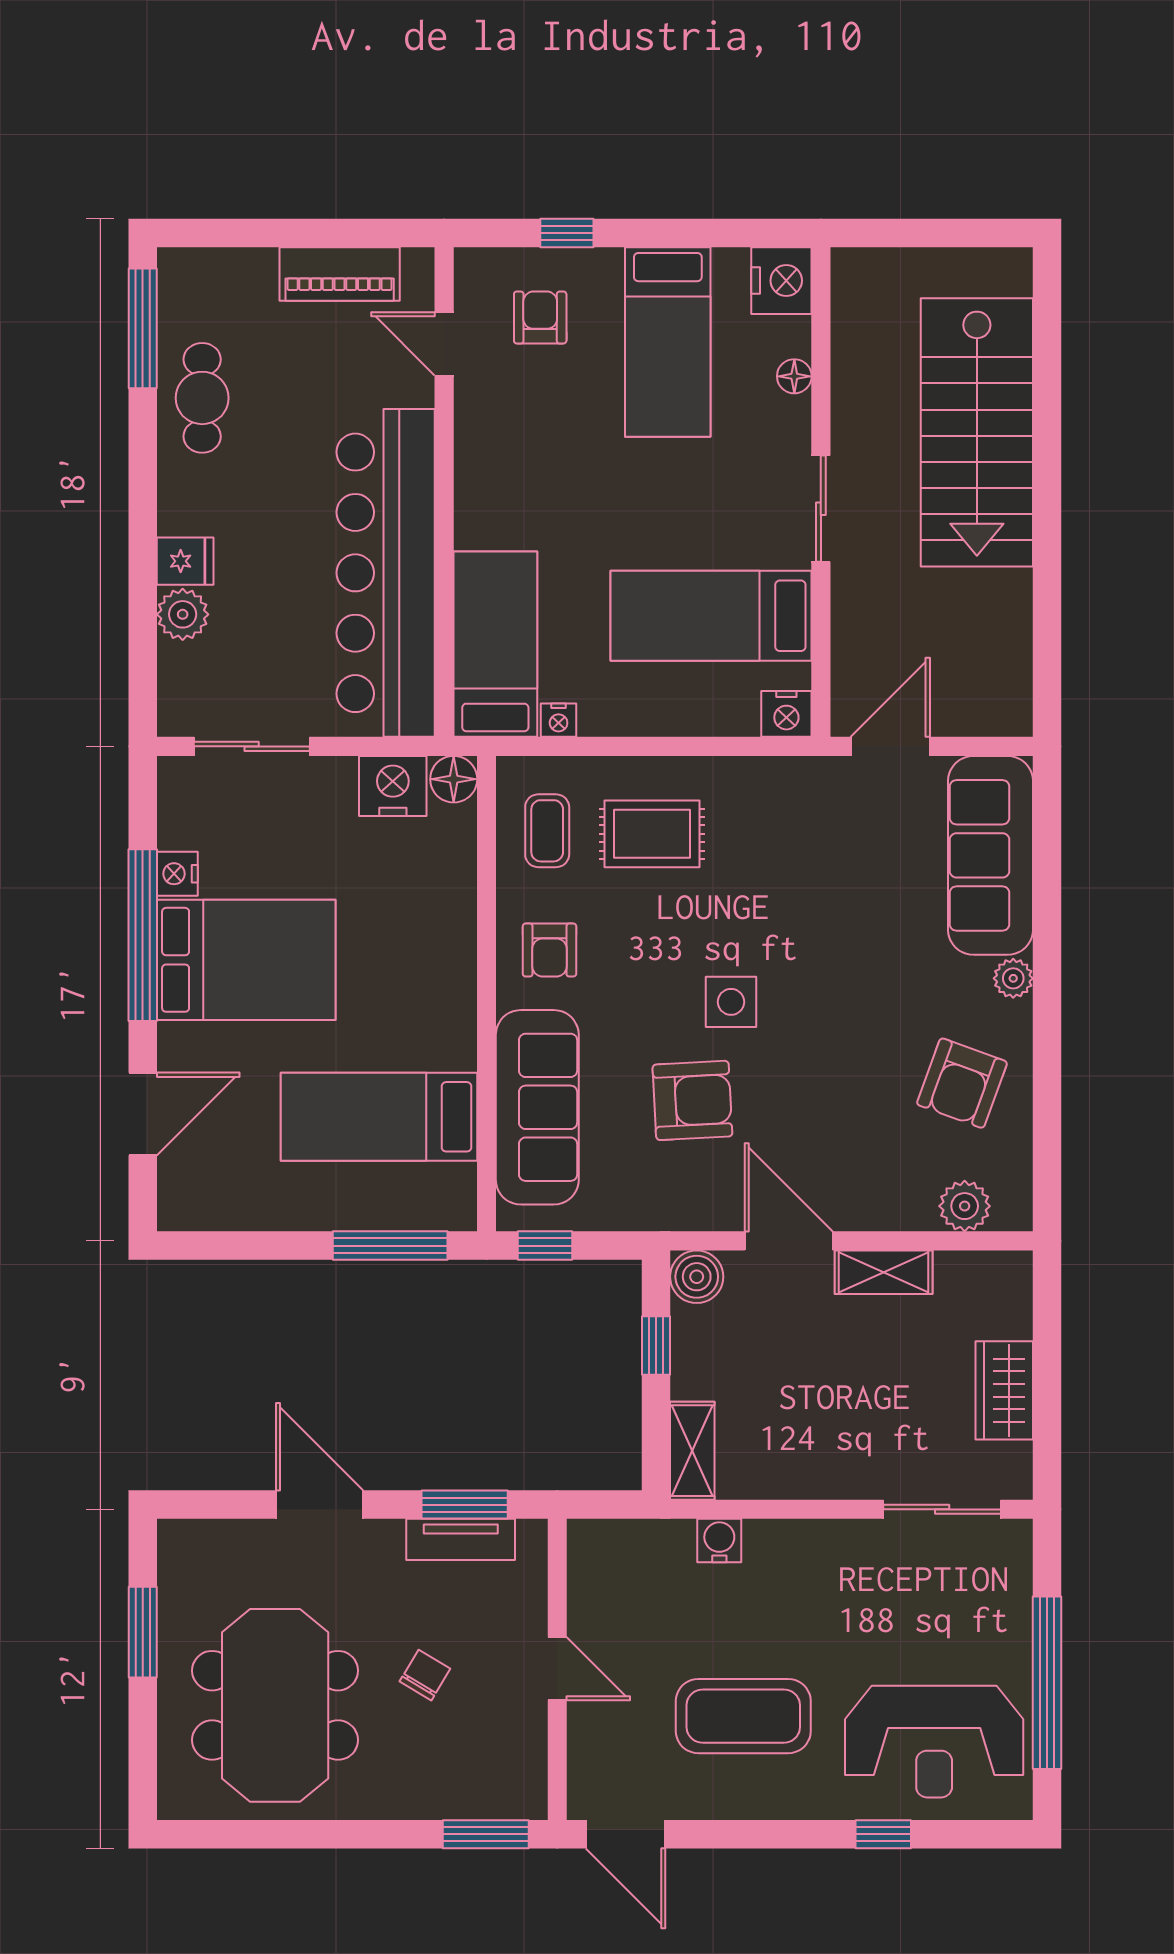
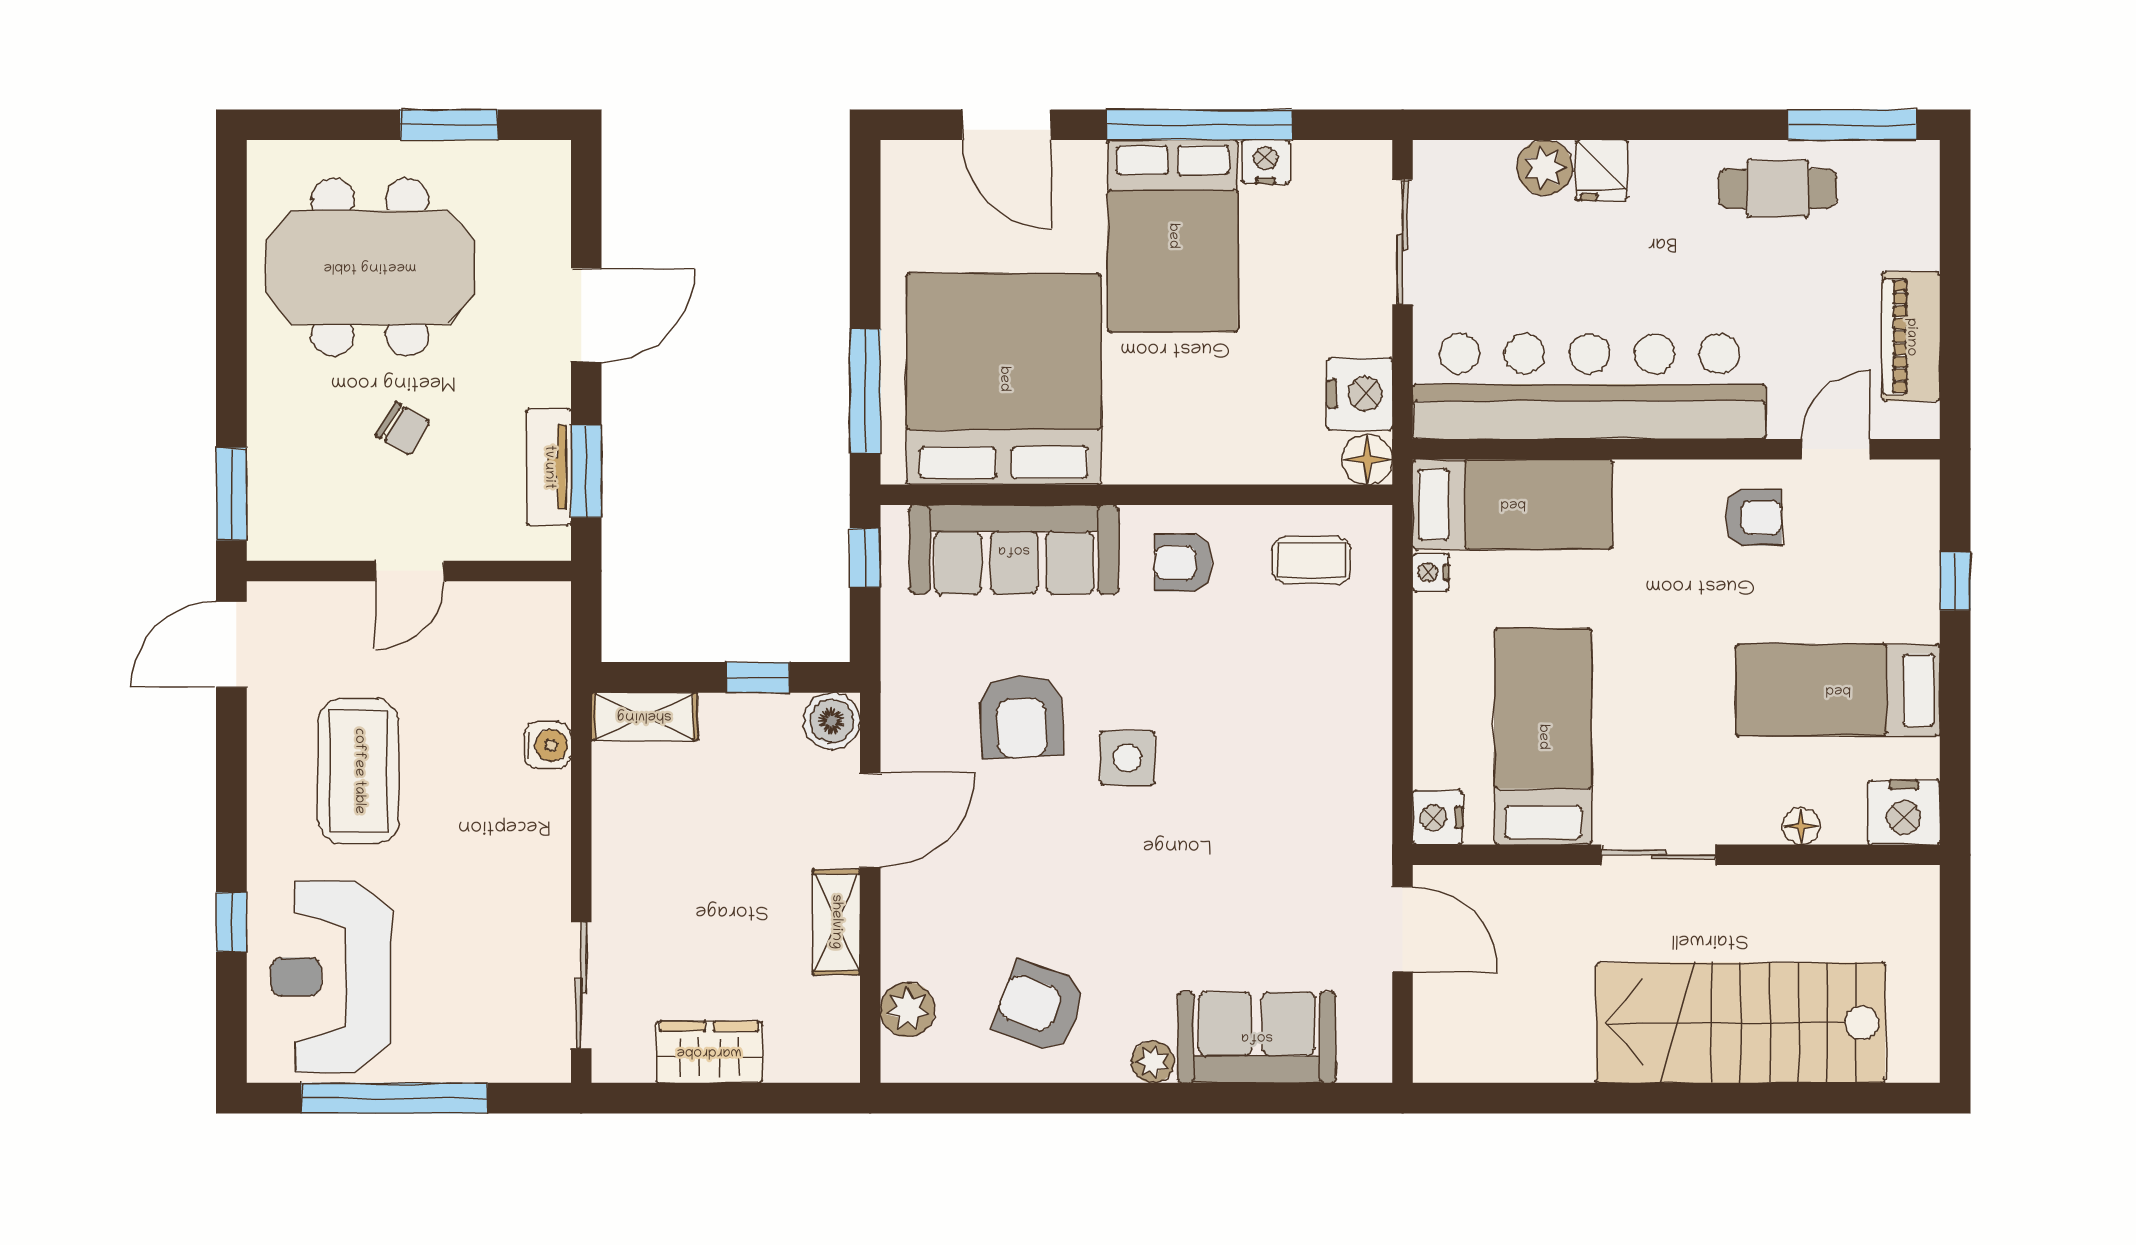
armchair: (540, 317) -> (1754, 518), moved
rug: (652, 834) -> (1308, 673), removed
sofa: (990, 855) -> (1257, 1037), width x0.73
bed: (379, 1117) -> (1004, 379), width x2.04

